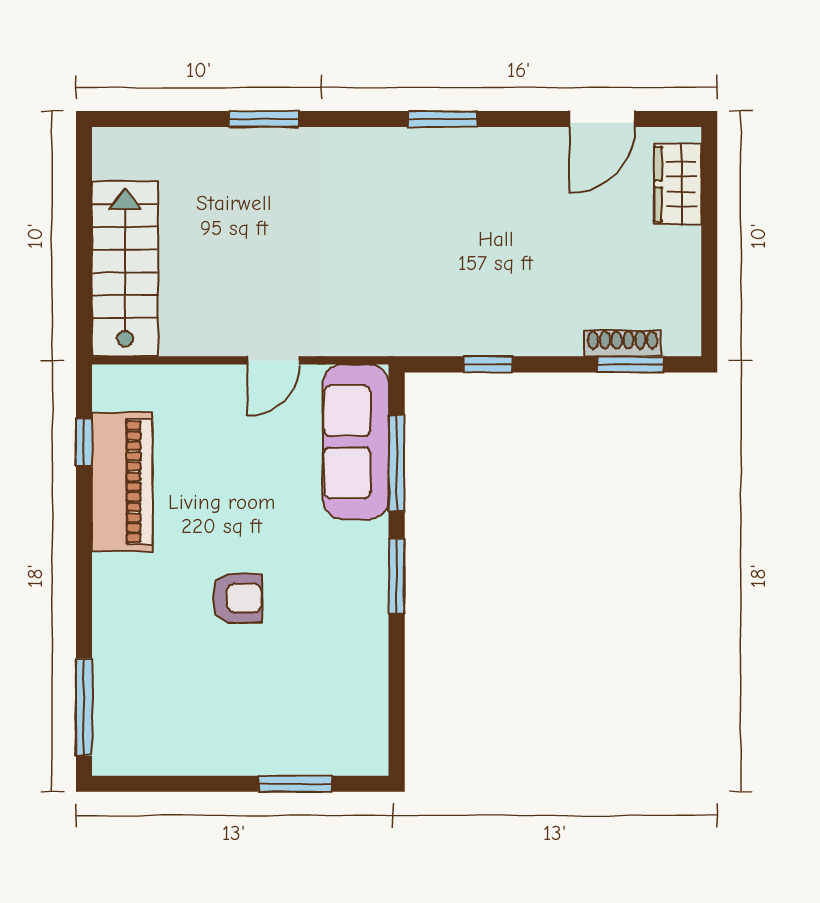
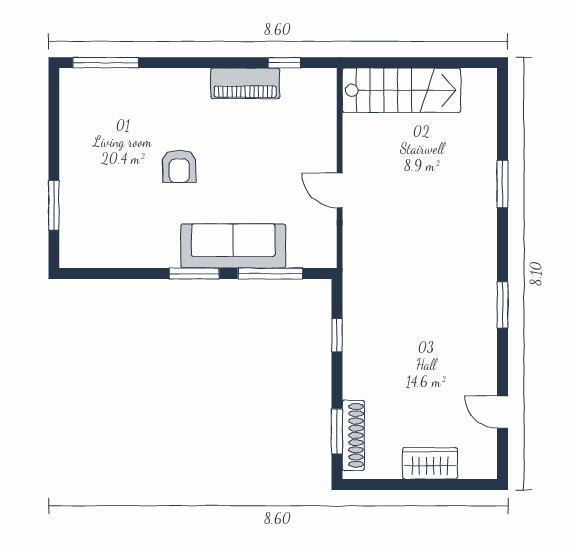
door: (602, 119) -> (503, 412), width x0.73
wardrobe: (678, 184) -> (430, 463), moved
shoe rack: (623, 343) -> (353, 435), width x1.36, depth x1.24
sofa: (356, 442) -> (233, 246), moved
piano: (122, 482) -> (245, 83), width x0.73, depth x0.75

